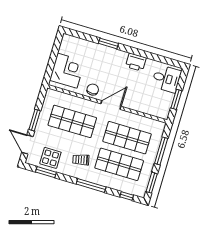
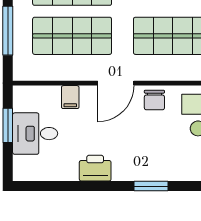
desk: (166, 79) -> (35, 134), moved
filing cabinet: (138, 105) -> (70, 97), added

